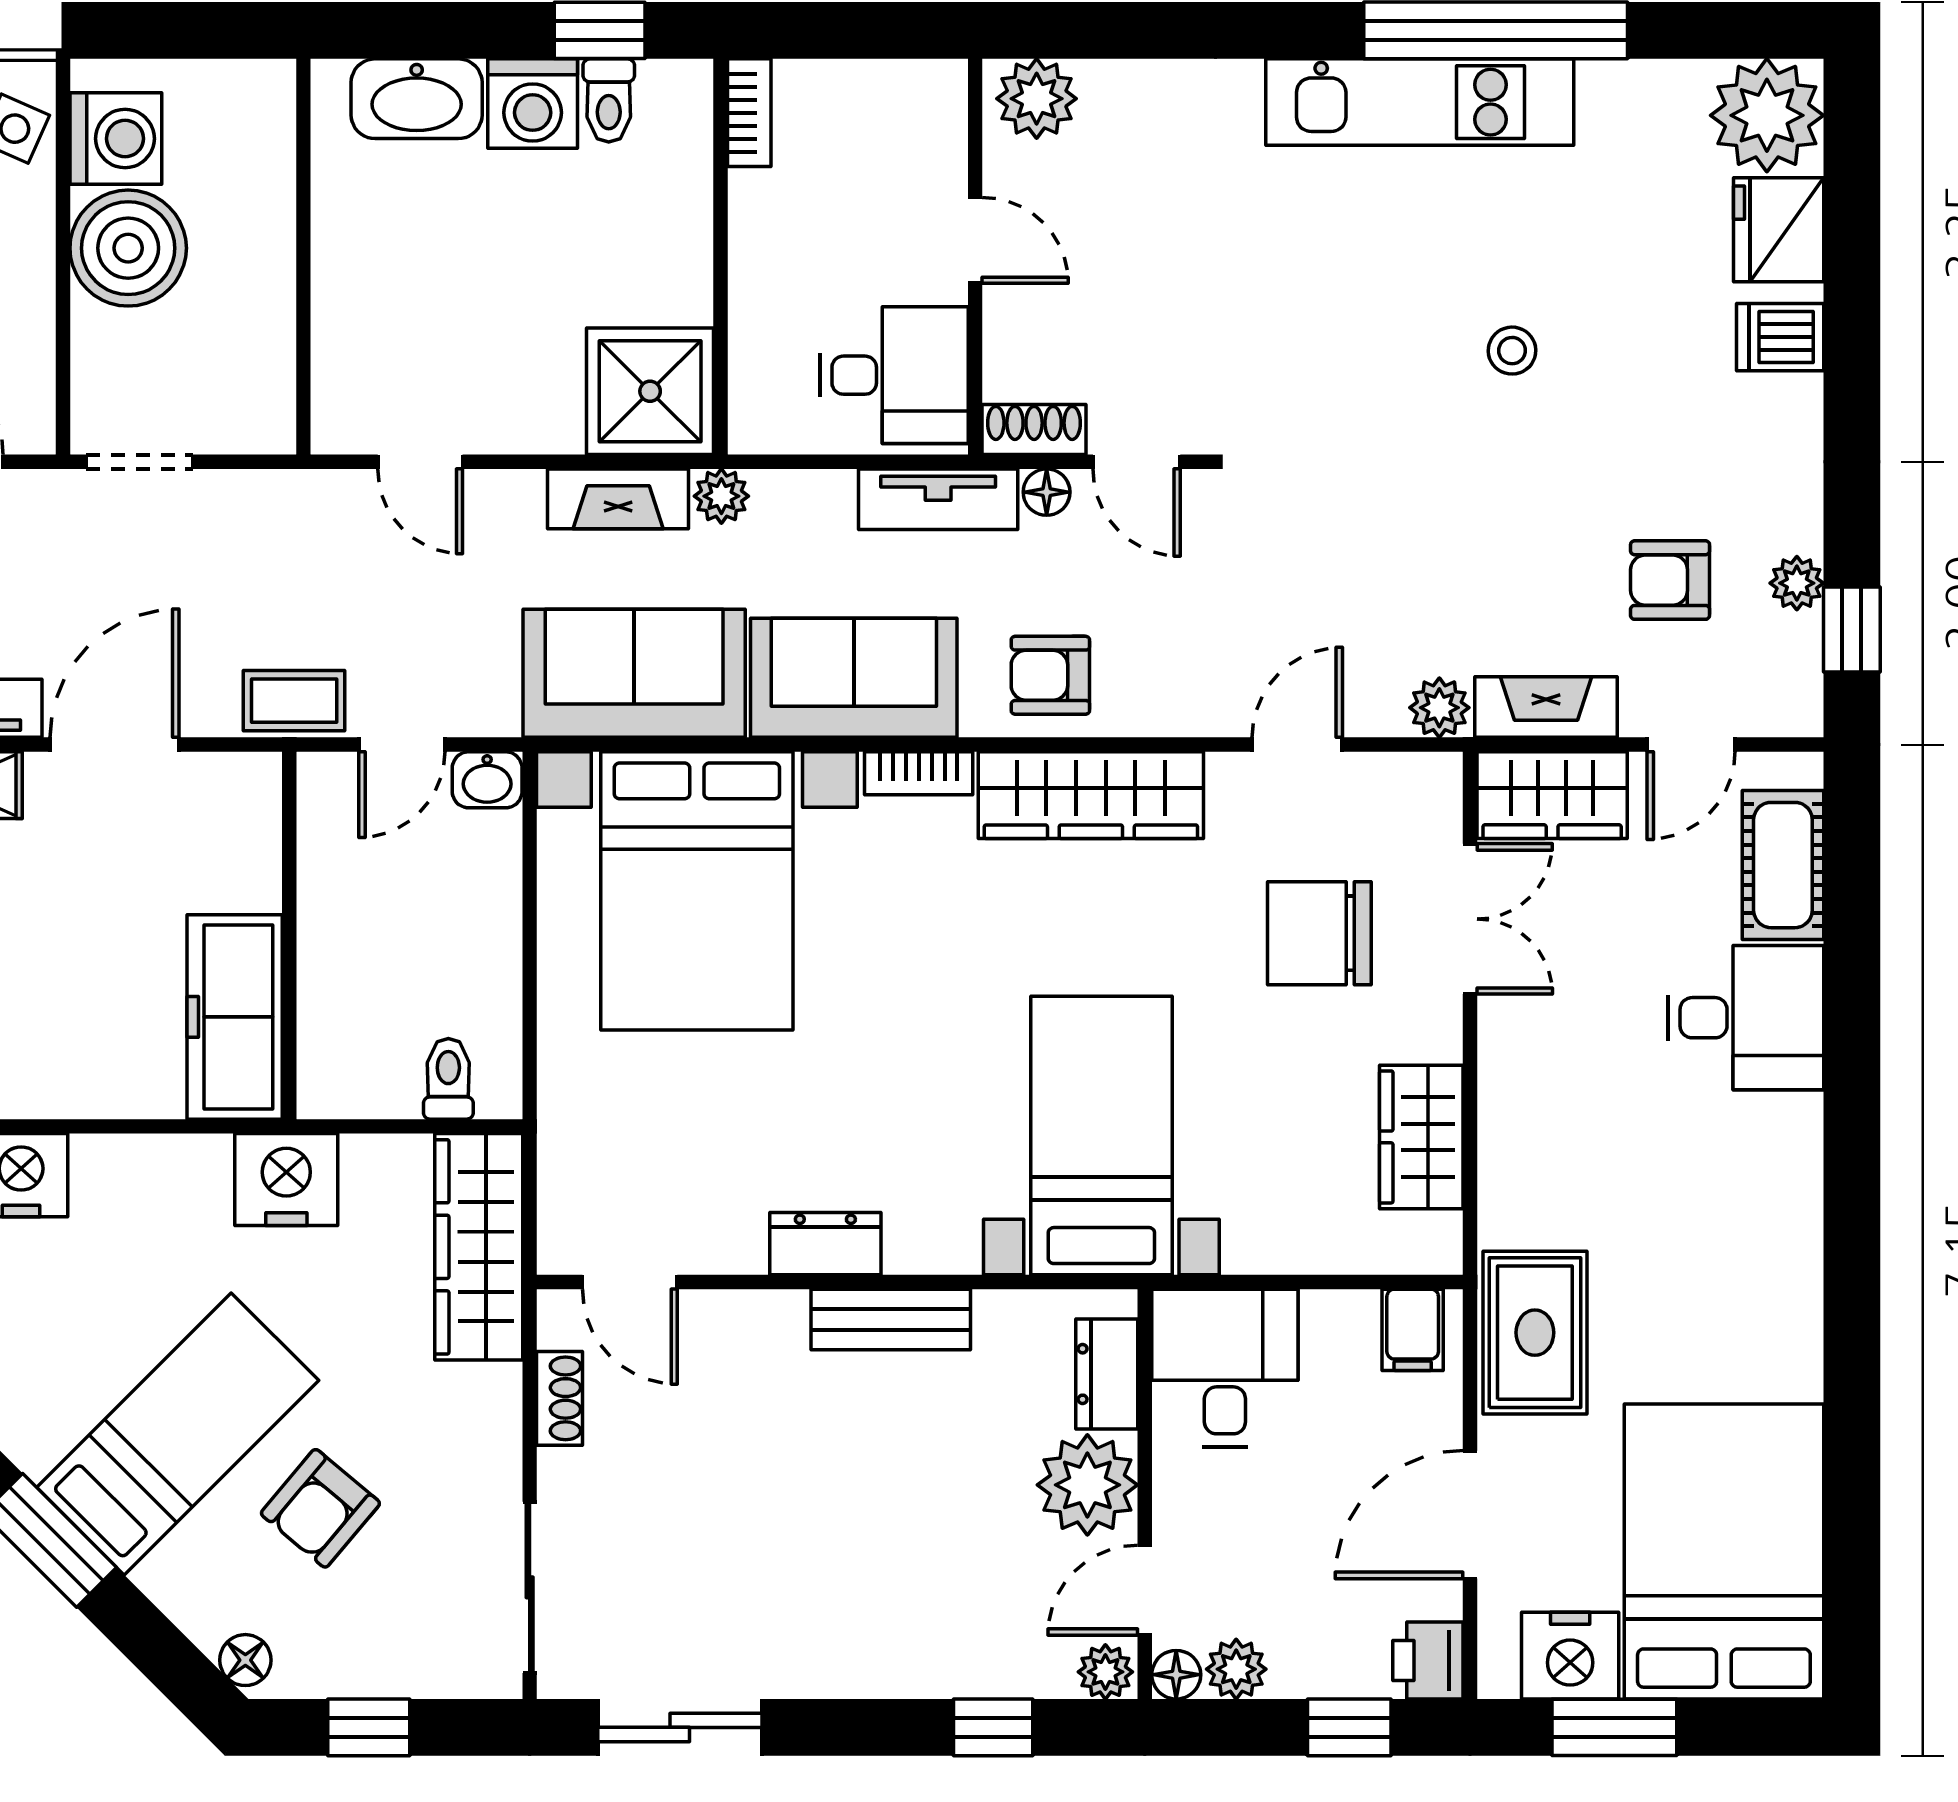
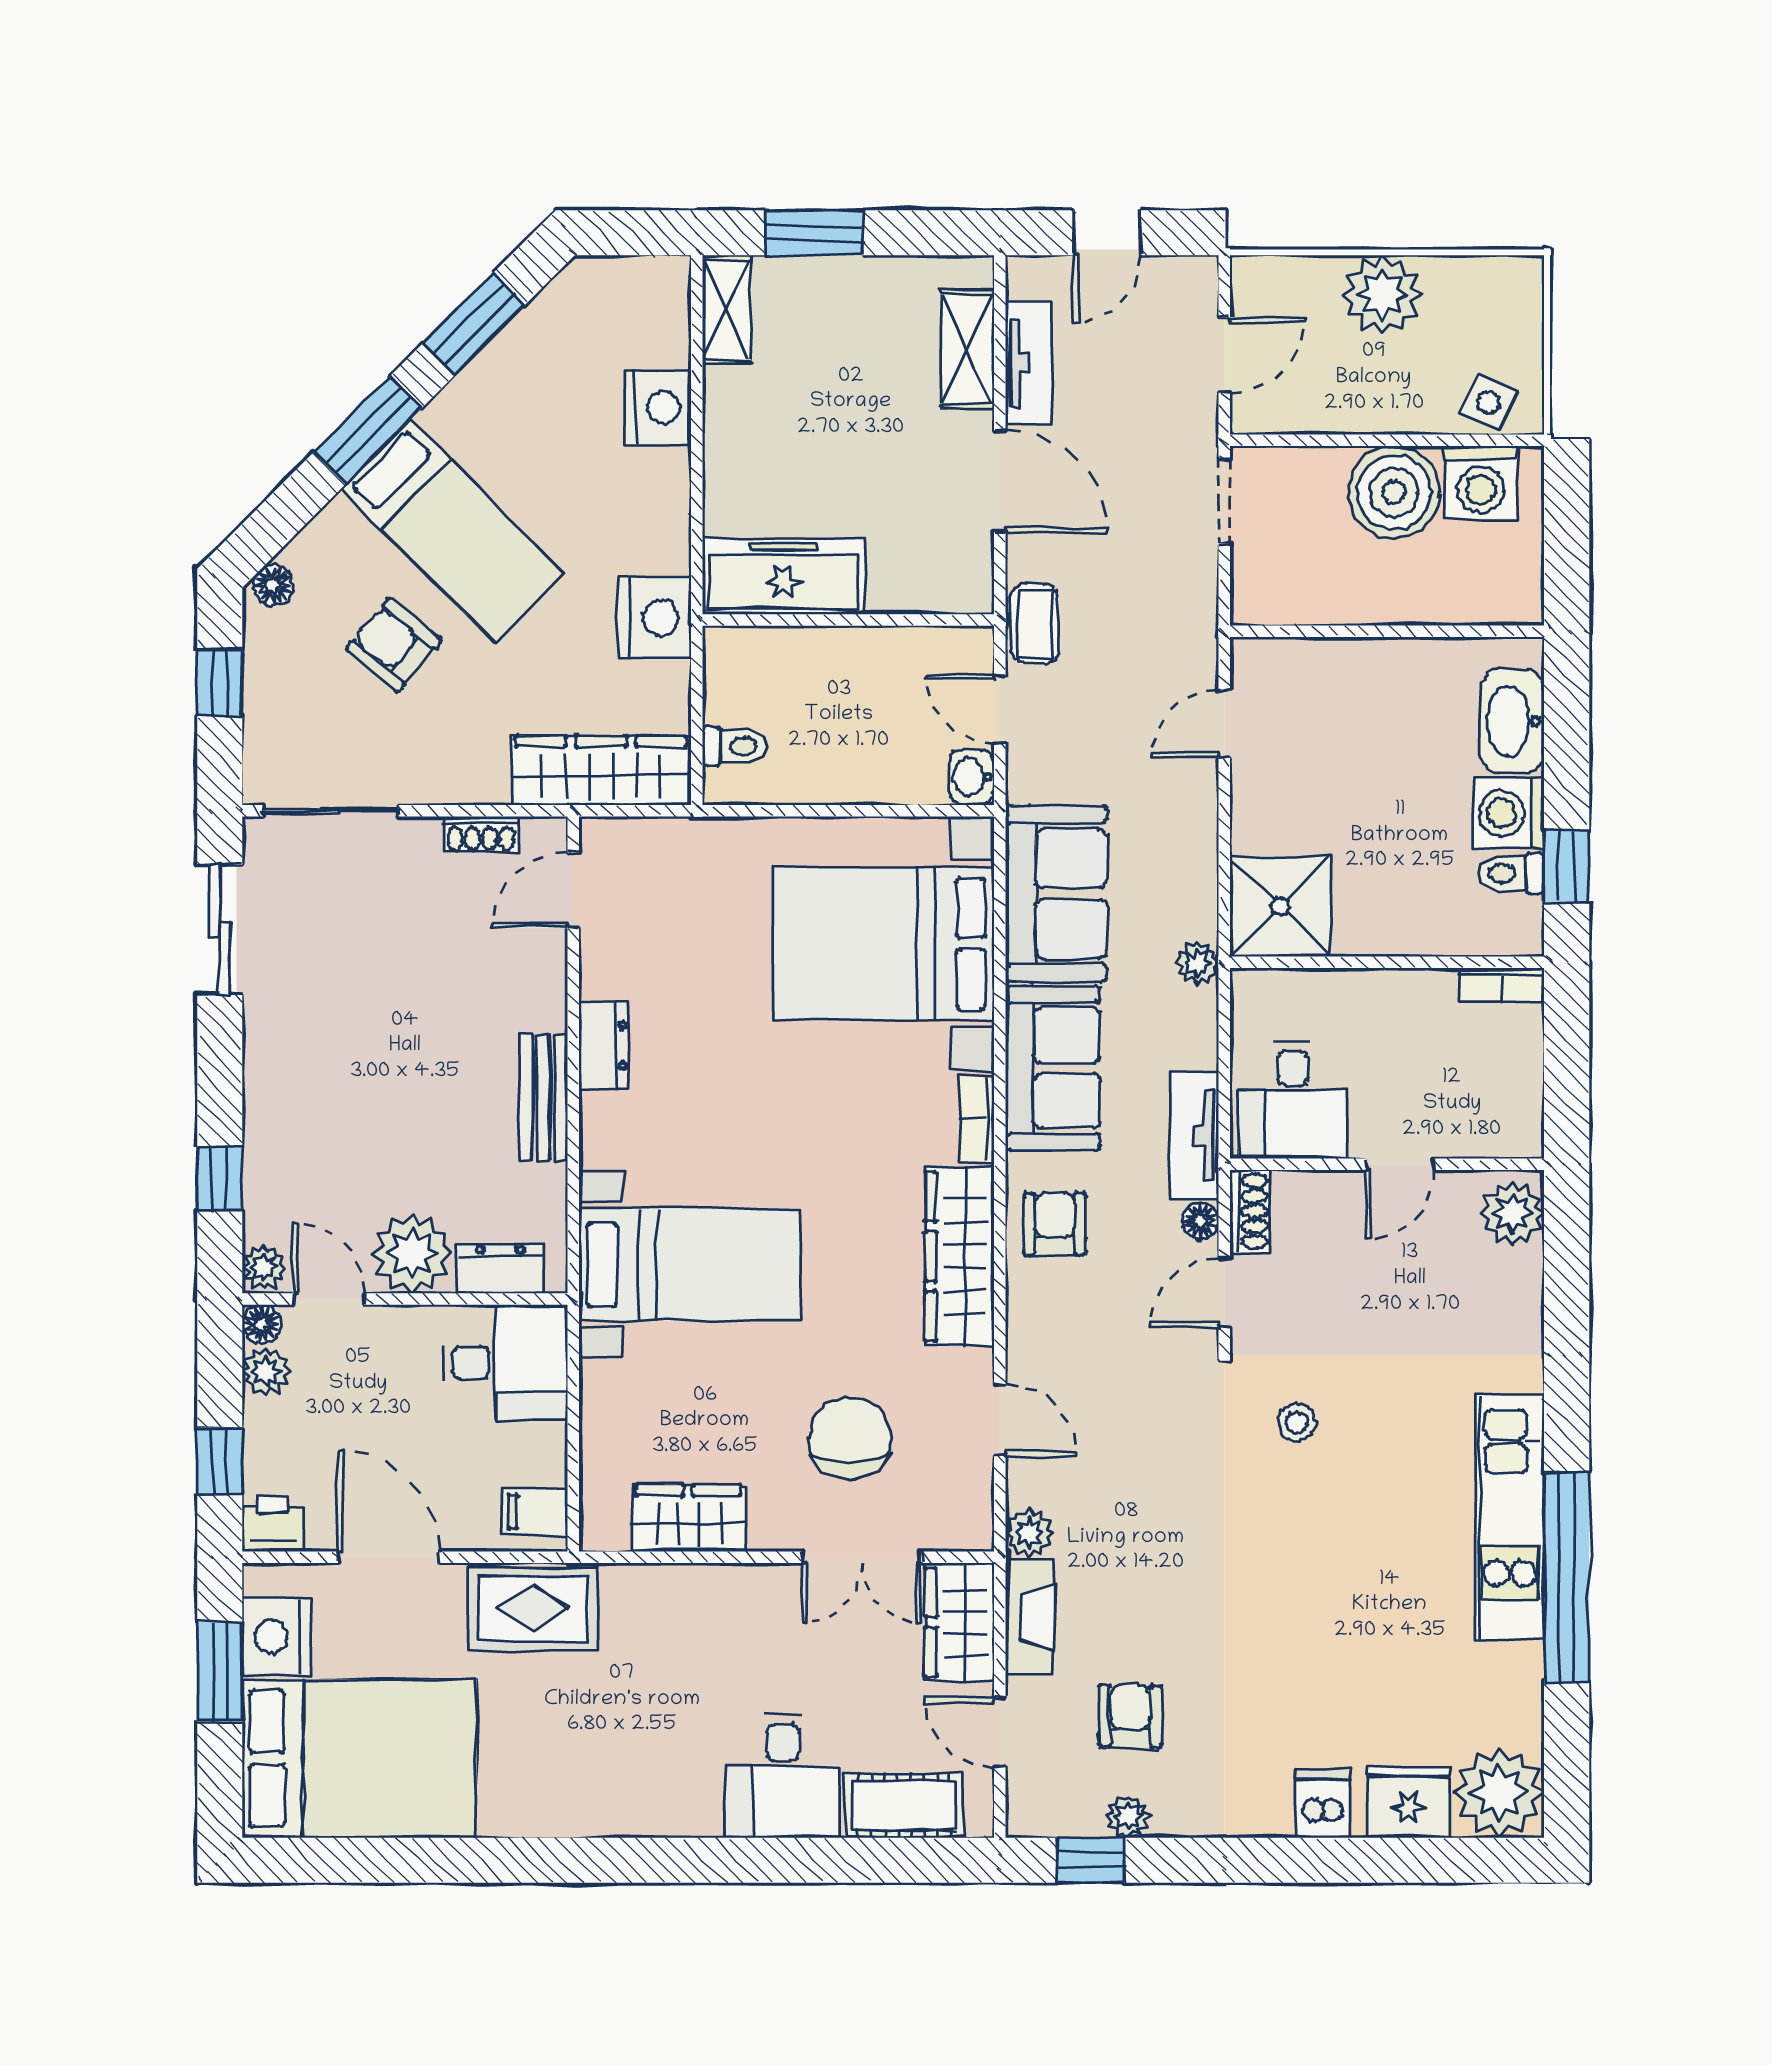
stool: (1512, 351) -> (1297, 1422), moved
fireplace: (618, 499) -> (1195, 881), removed

